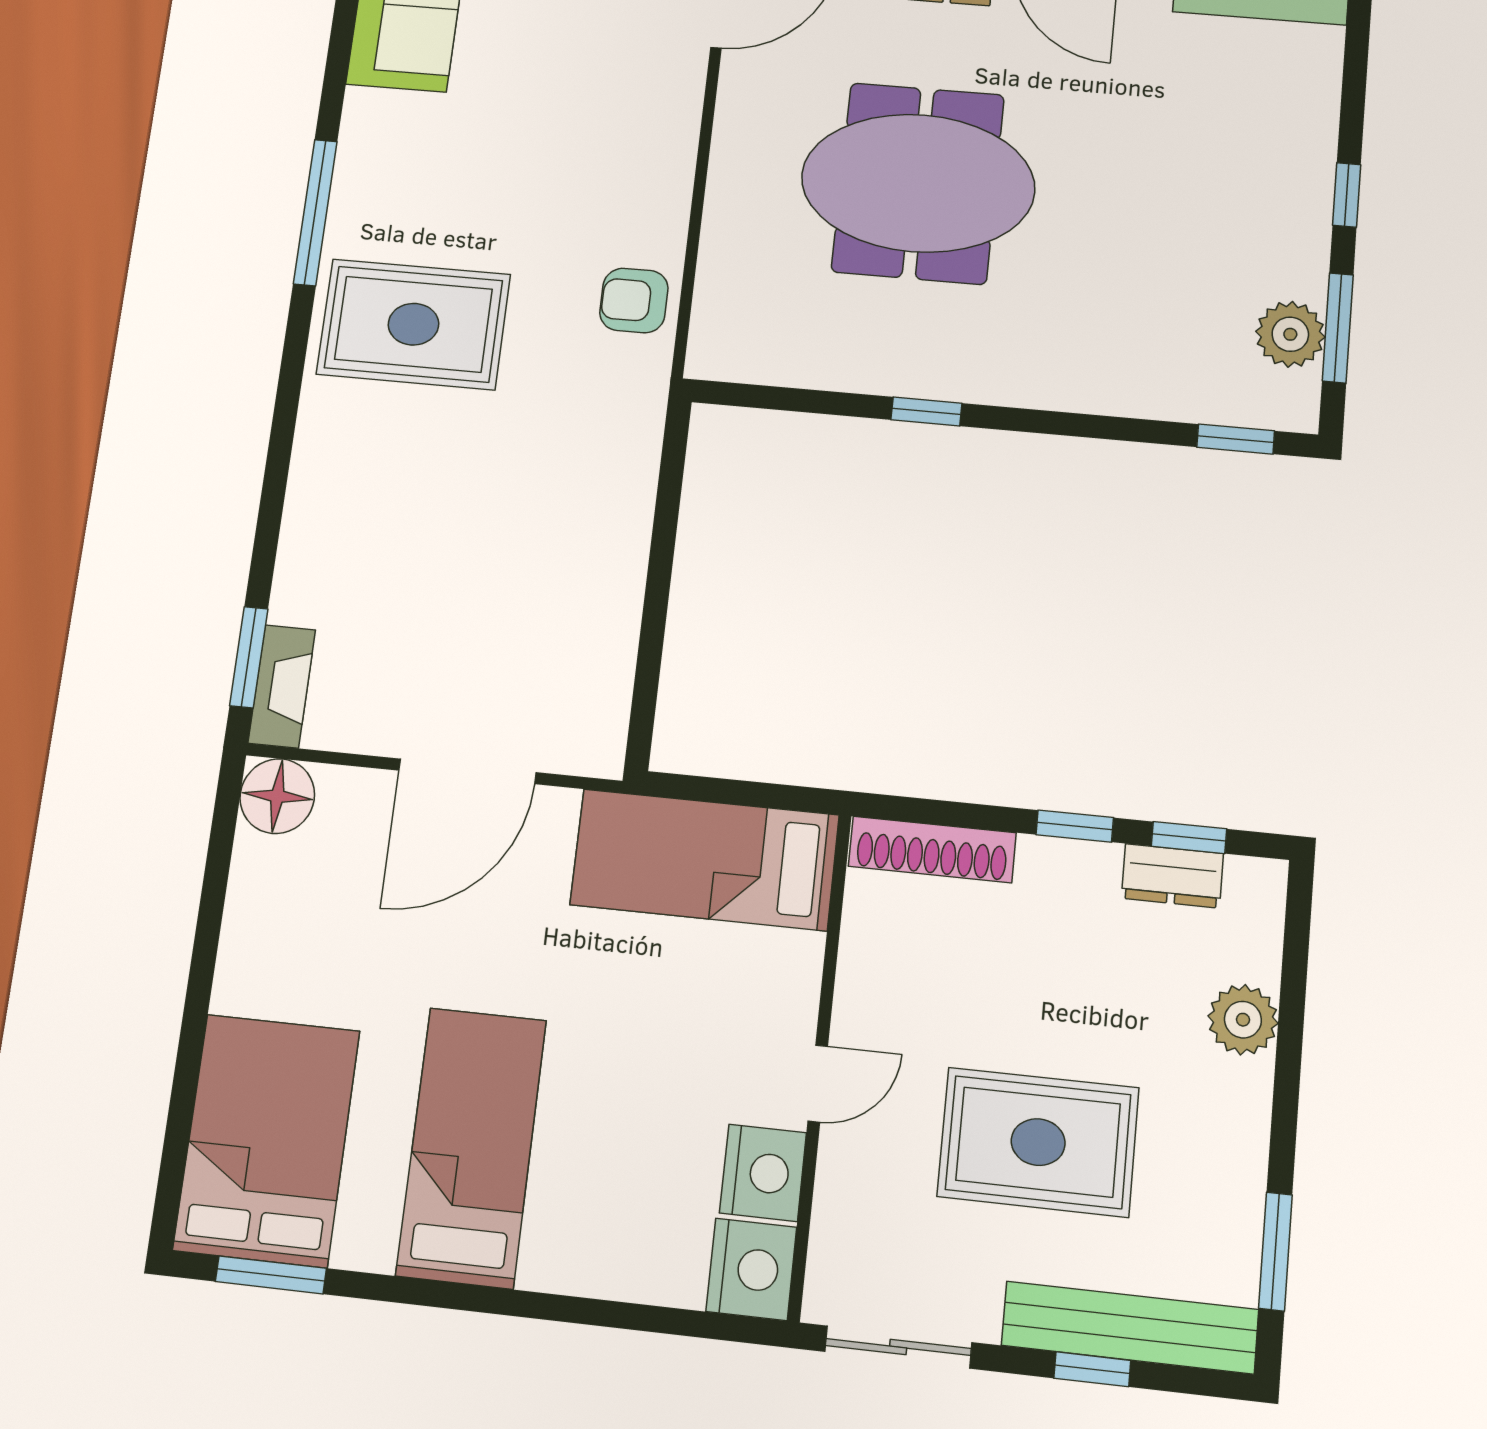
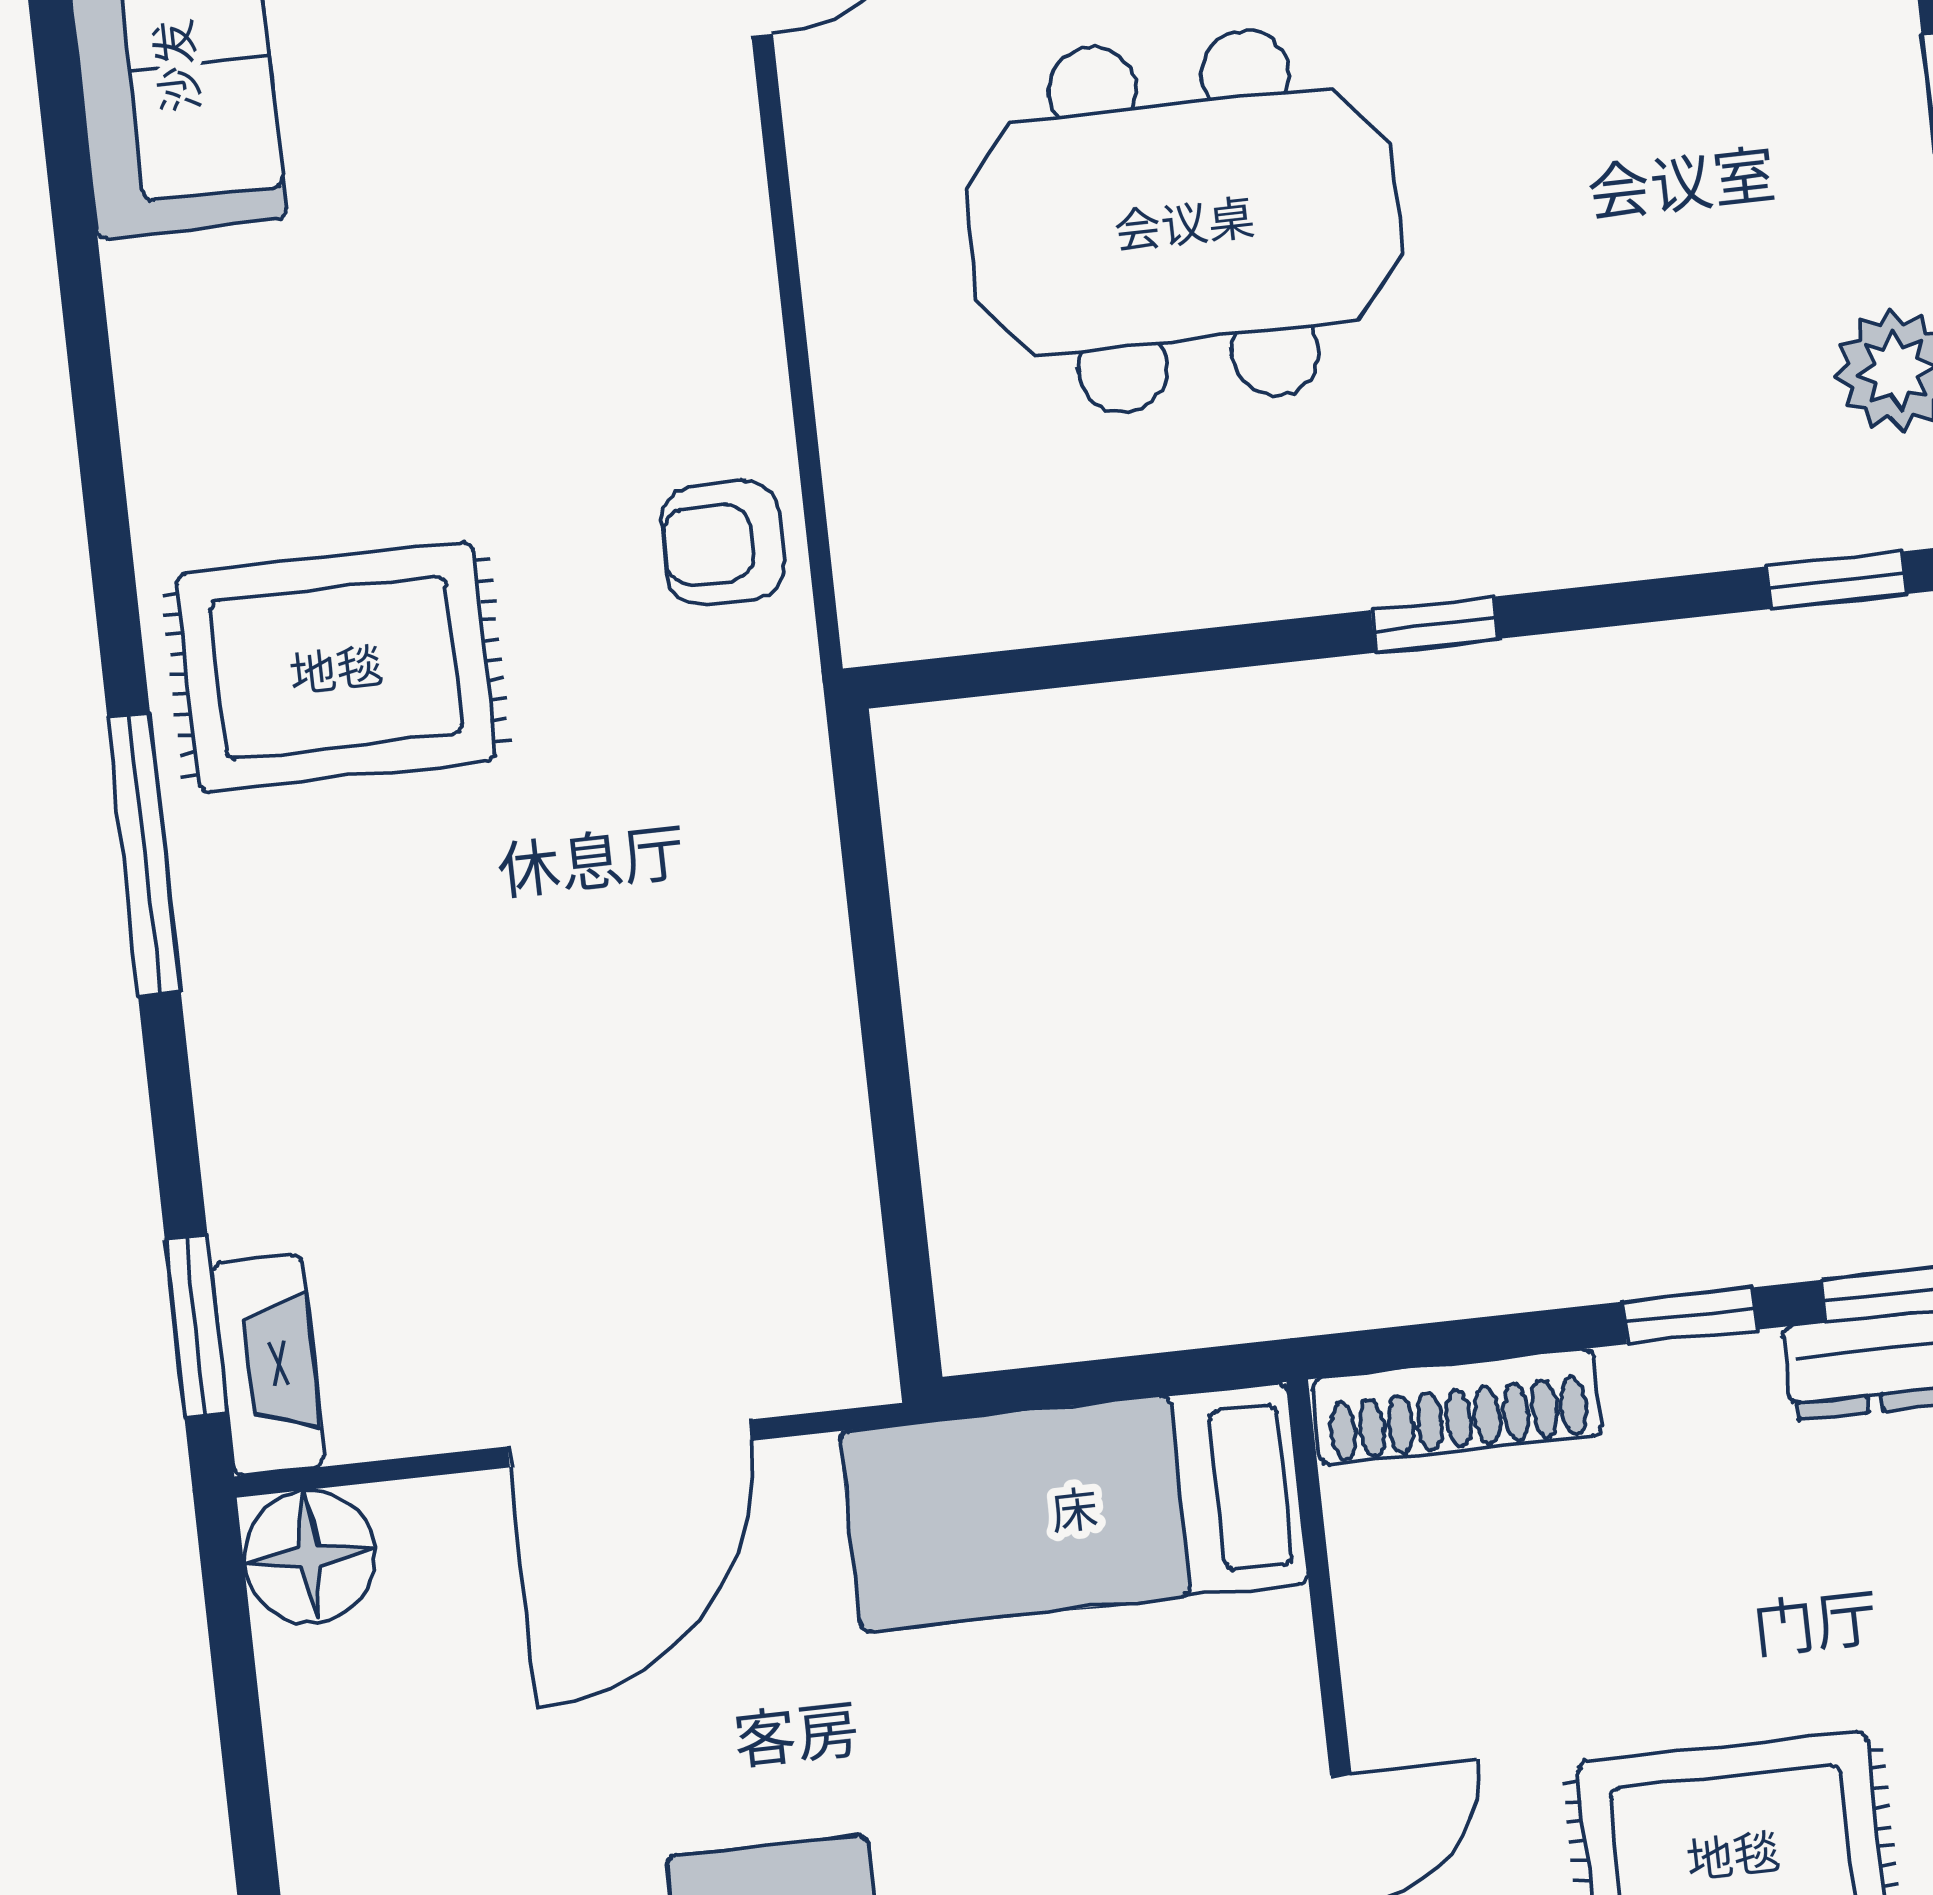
window: (315, 212) -> (144, 854), moved
window: (926, 411) -> (1435, 625), moved

